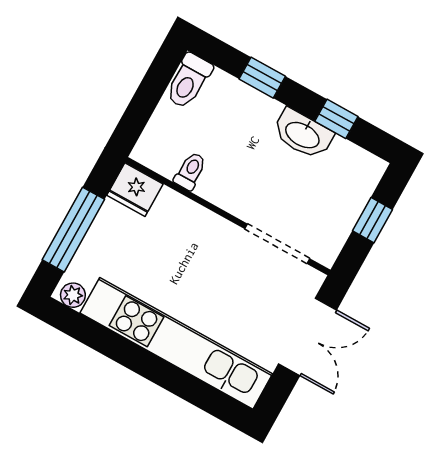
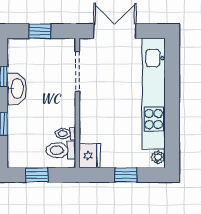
toilet: (189, 81) -> (61, 150), moved, turned 180
window: (150, 91) -> (37, 175), added
window: (73, 230) -> (126, 175), width x0.46

